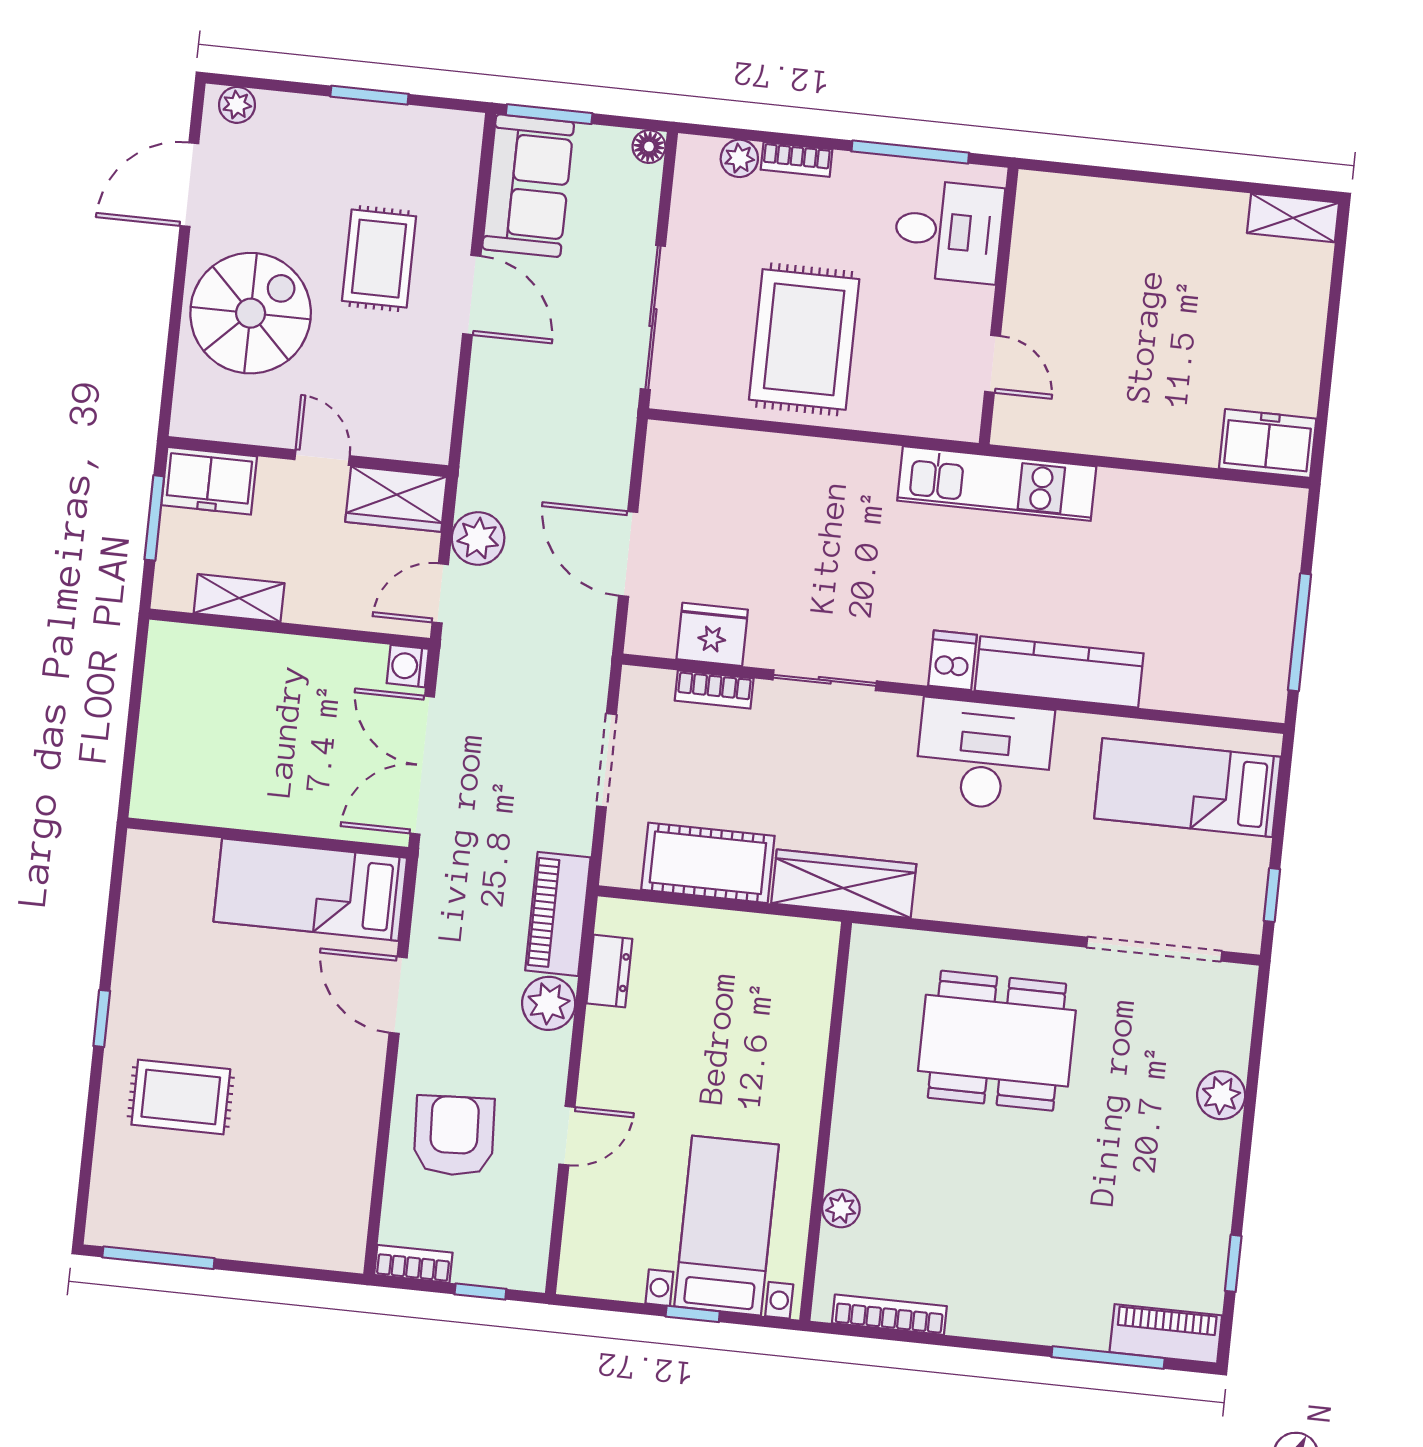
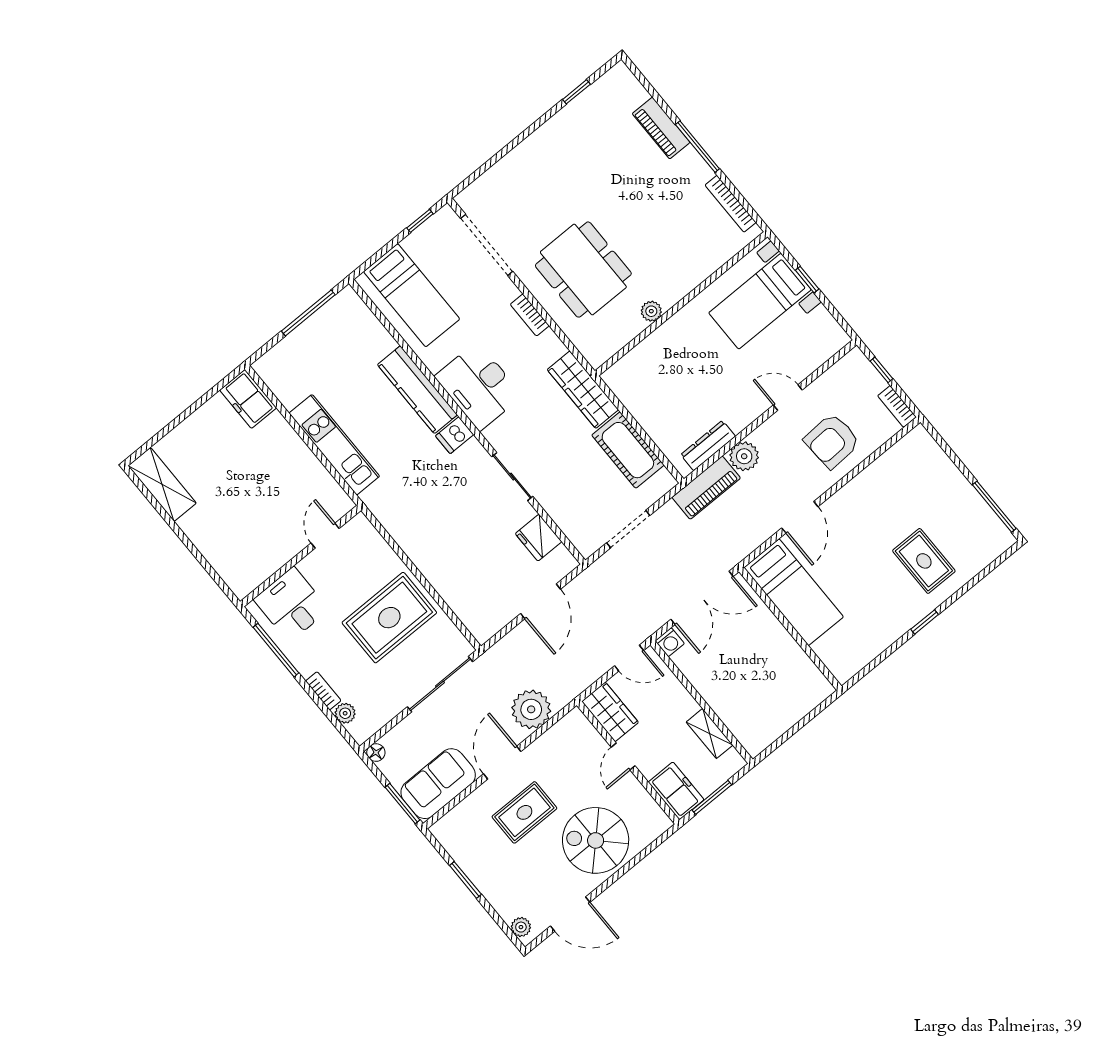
shelving: (1293, 218) -> (162, 484), width x1.50, depth x1.33
kitchen unit: (997, 484) -> (334, 445), moved
plant: (478, 539) -> (531, 709), moved, width x1.36, depth x1.36
bookcase: (714, 690) -> (530, 315), moved, turned 180
dresser: (609, 971) -> (708, 446), width x1.44
plant: (1221, 1095) -> (517, 162), removed
plant: (841, 1208) -> (651, 311), moved
piano: (1166, 1334) -> (661, 128), moved
window: (1108, 1358) -> (697, 147), moved

